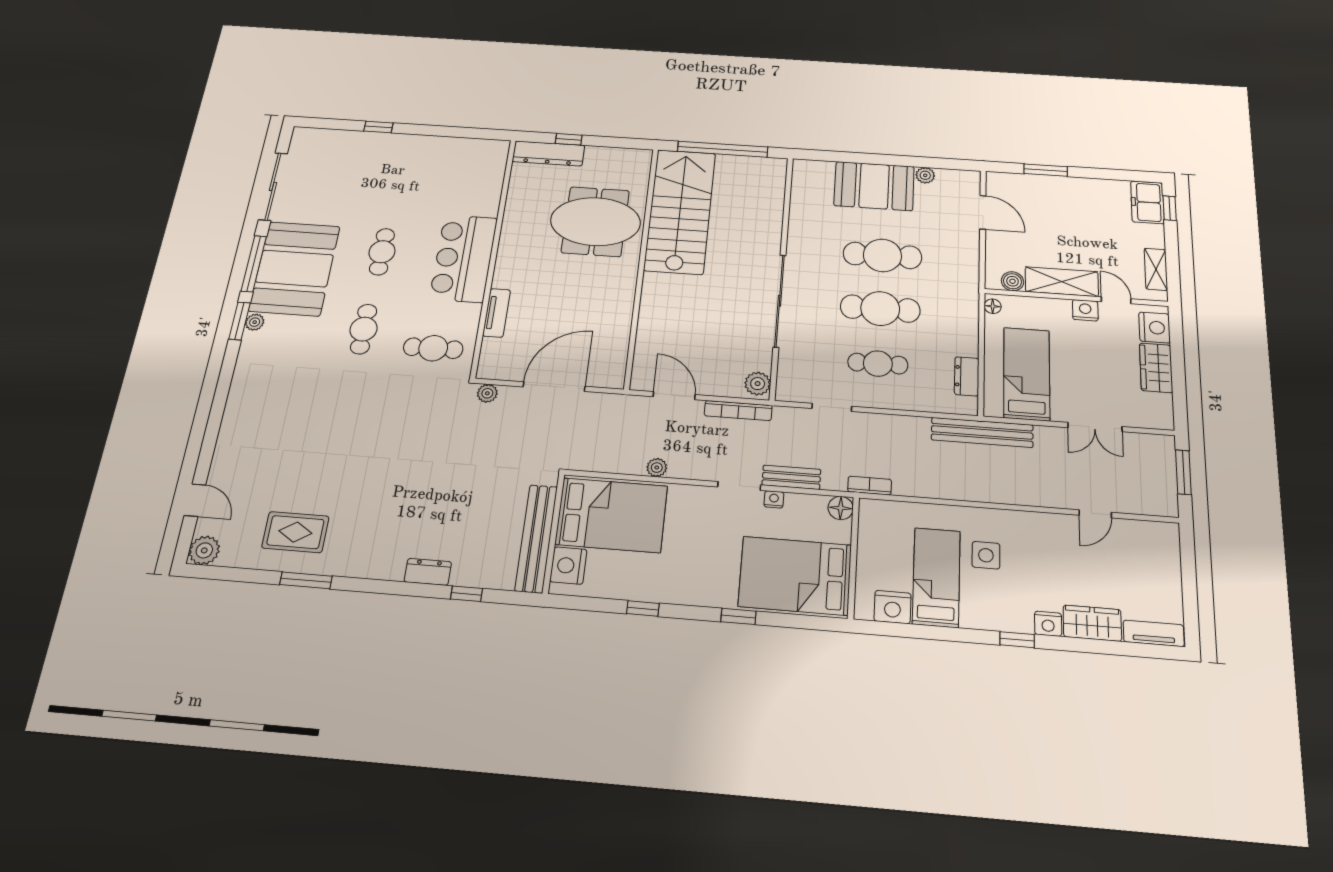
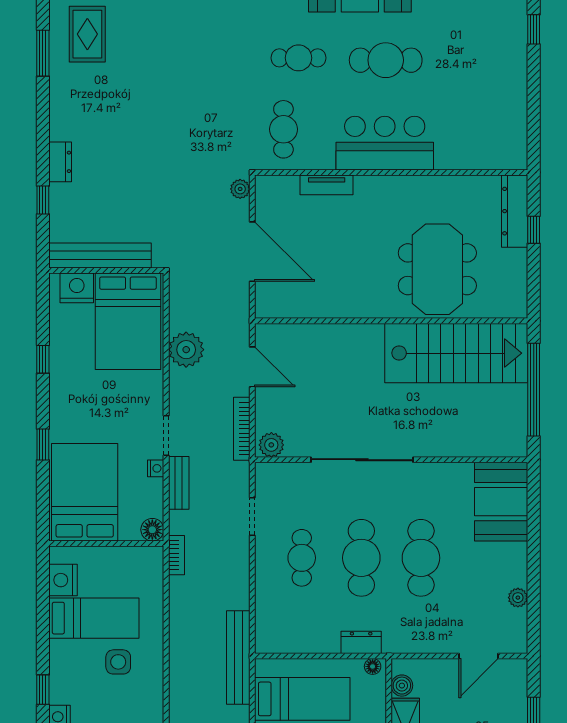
booth: (874, 186) -> (501, 502), moved
cafe table: (382, 252) -> (386, 60), width x1.37, depth x1.35
dresser: (967, 376) -> (361, 642), moved
door: (674, 396) -> (252, 367), hinge flipped
plant: (657, 468) -> (186, 350), width x1.87, depth x1.87

